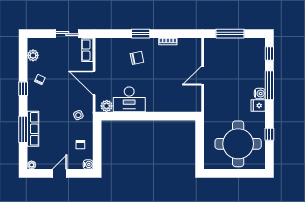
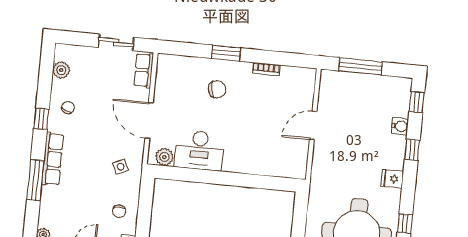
window: (269, 85) -> (412, 150), width x0.46
water cooler: (260, 94) -> (400, 126), moved
row of seats: (33, 129) -> (53, 159), moved

